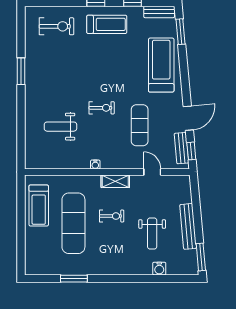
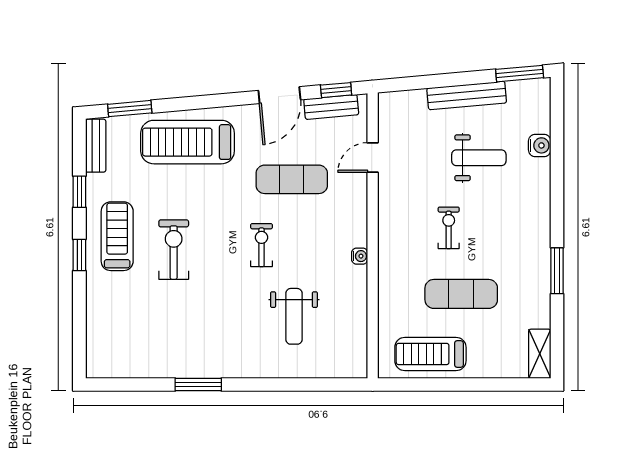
exercise bike: (56, 26) -> (174, 250), moved
door: (188, 118) -> (279, 95), swing flipped
shelving: (115, 181) -> (540, 354), moved
treadmill: (39, 205) -> (430, 354), turned 180
exercise mat: (73, 223) -> (461, 294), width x0.73, depth x0.69
window: (74, 279) -> (557, 271), moved

